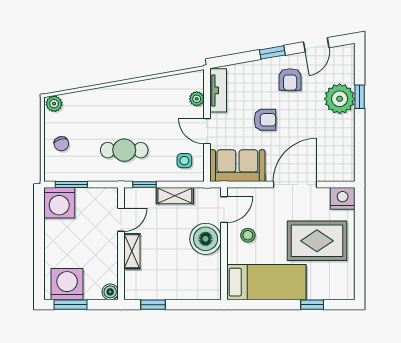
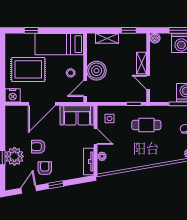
armchair: (265, 120) -> (38, 147), moved
shelving: (175, 196) -> (107, 38), moved
door: (121, 220) -> (148, 82), hinge flipped

